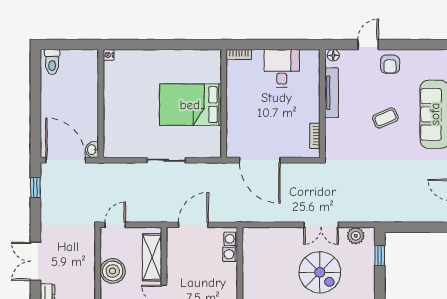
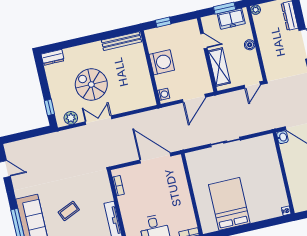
bed: (190, 105) -> (229, 204), moved, turned -90
washing machine: (230, 254) -> (162, 62), moved, width x1.89, depth x1.89
boiler: (113, 271) -> (250, 45), width x0.54, depth x0.54

